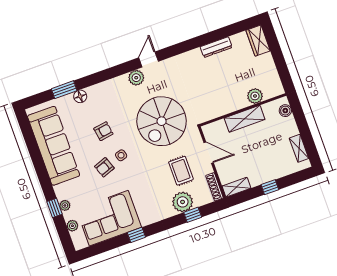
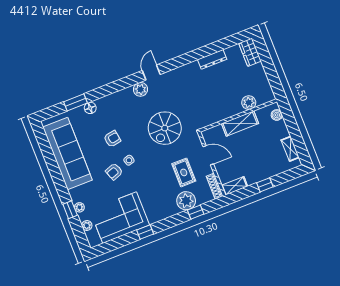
spiral stairs: (162, 121) -> (165, 128), width x0.73, depth x0.73

